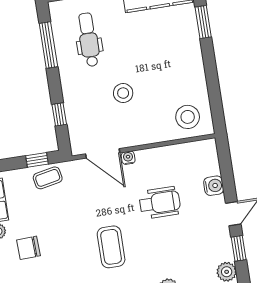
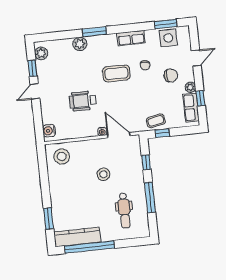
window: (48, 45) -> (150, 197), moved
water cooler: (214, 186) -> (49, 131), moved
coffee table: (111, 247) -> (116, 73), turned 90
chair: (68, 261) -> (145, 65), added

